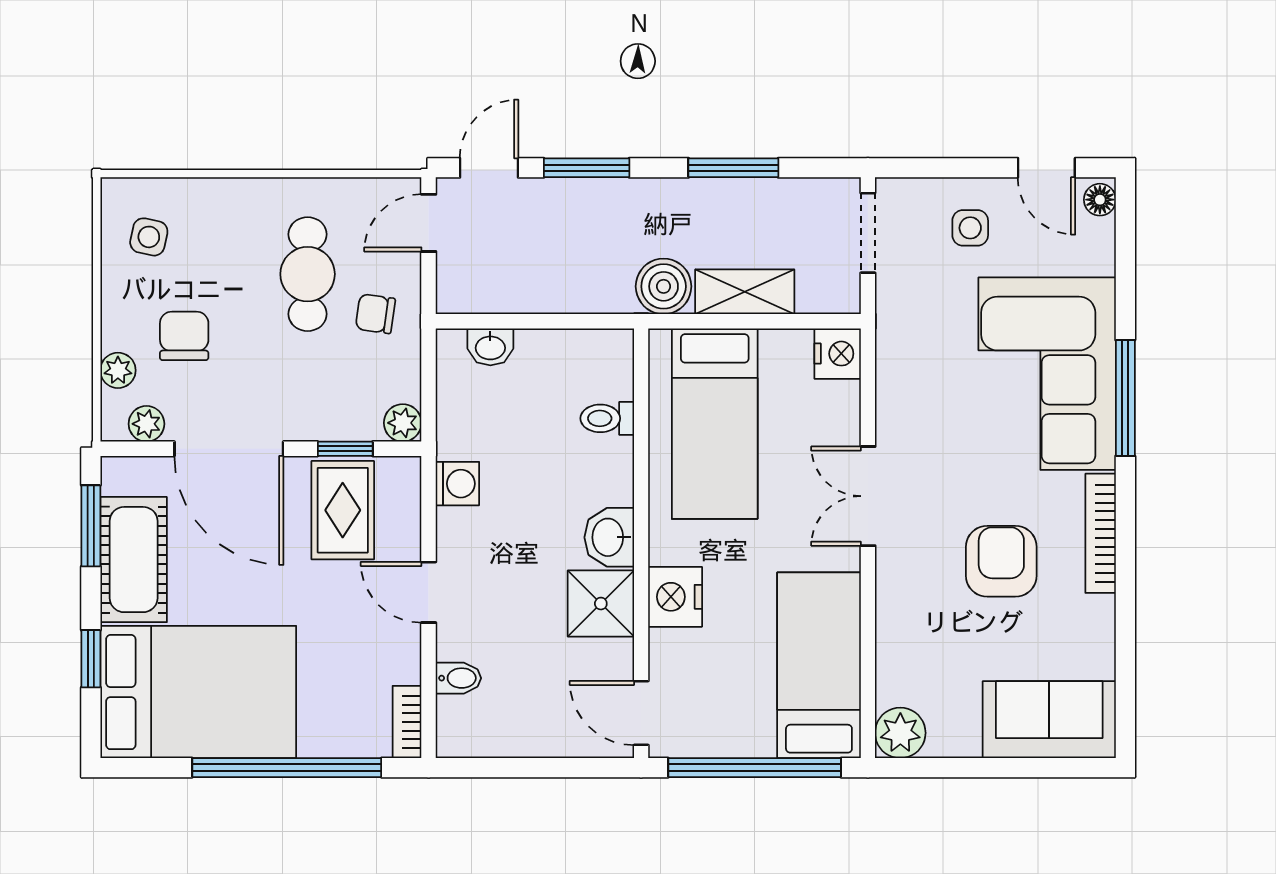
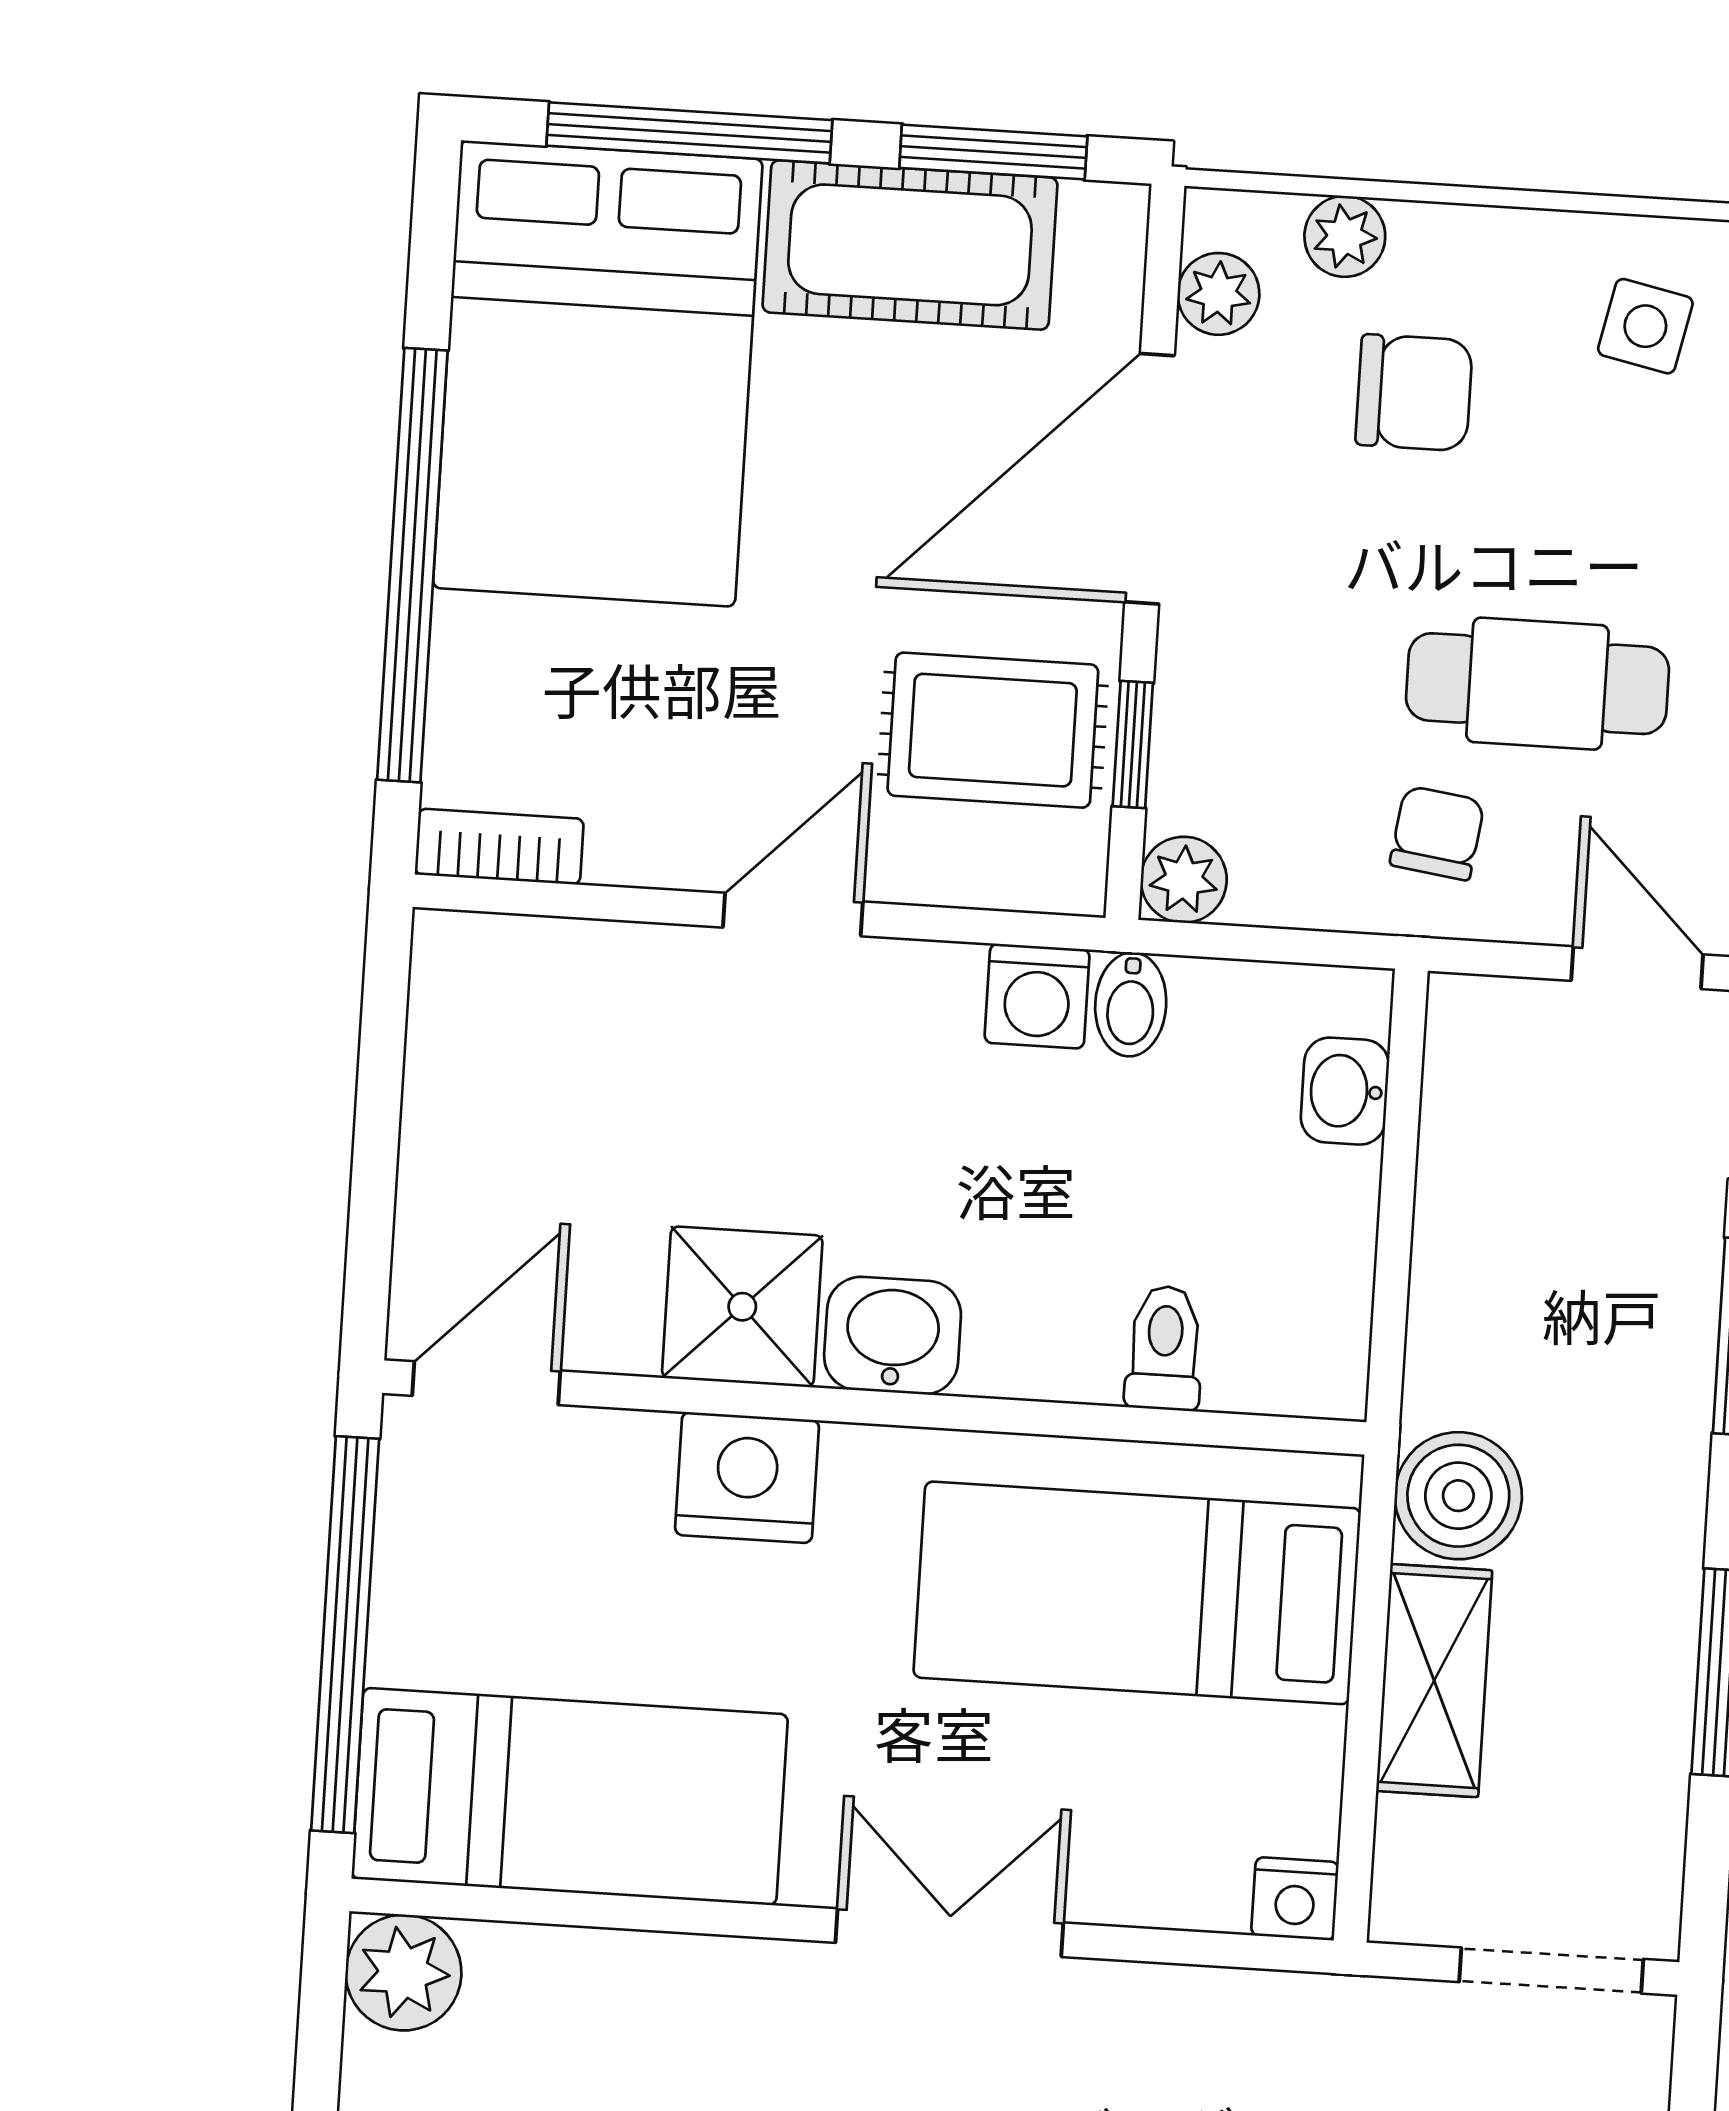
nightstand: (838, 354) -> (1295, 1899), width x0.72, depth x0.74
window: (91, 659) -> (689, 133), width x2.17
bidet: (458, 678) -> (1131, 1004), moved

